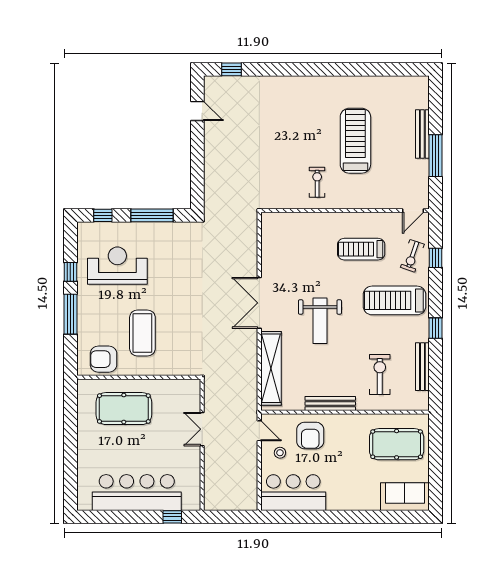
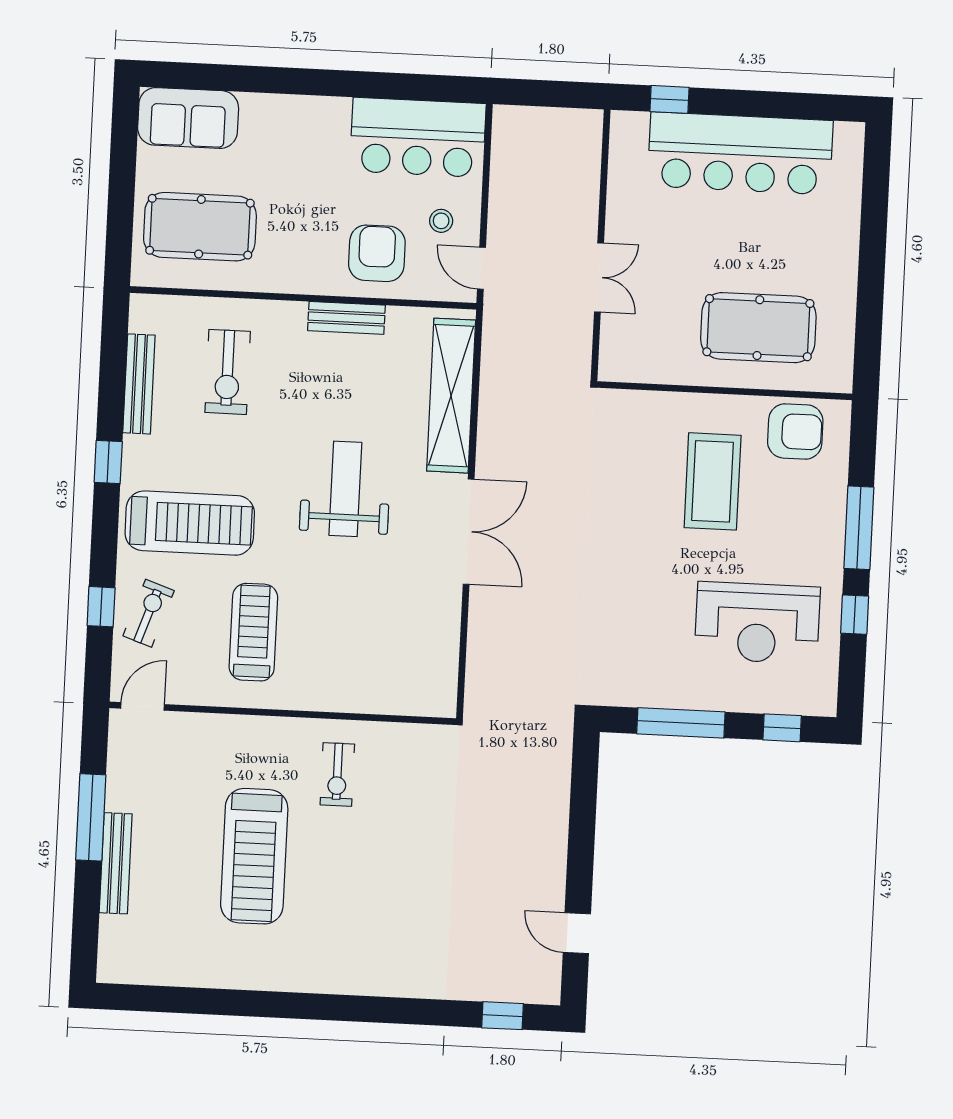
treadmill: (361, 249) -> (253, 632), turned -90
bench: (330, 403) -> (346, 318), width x0.73

